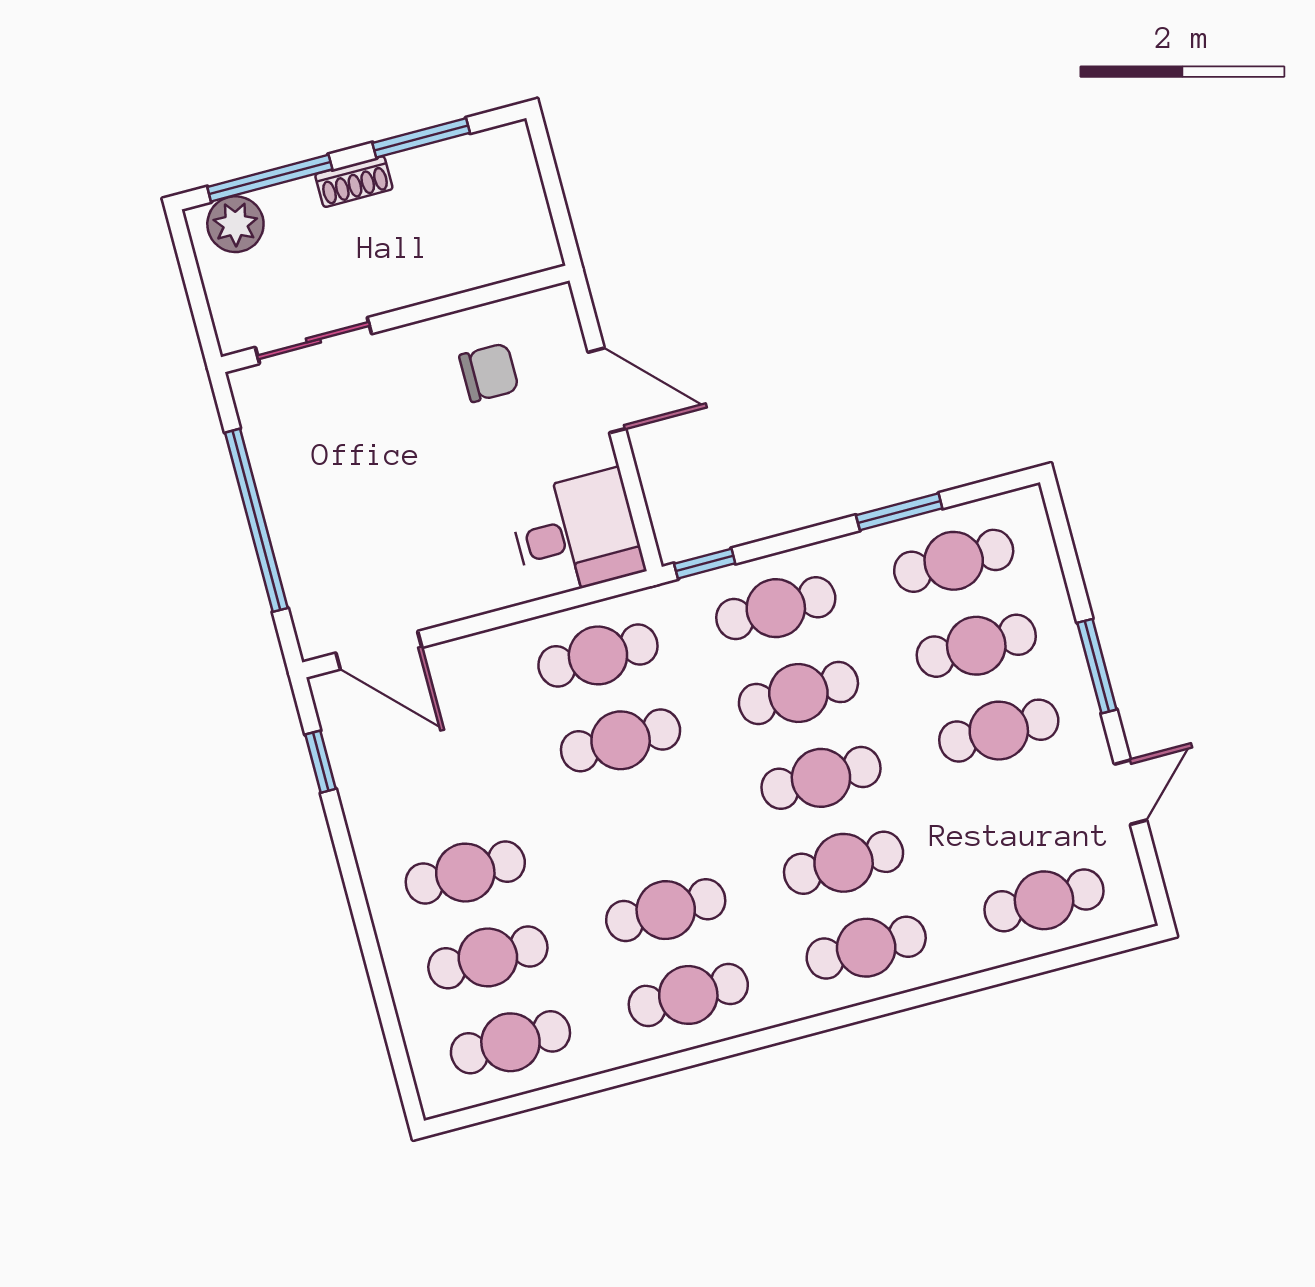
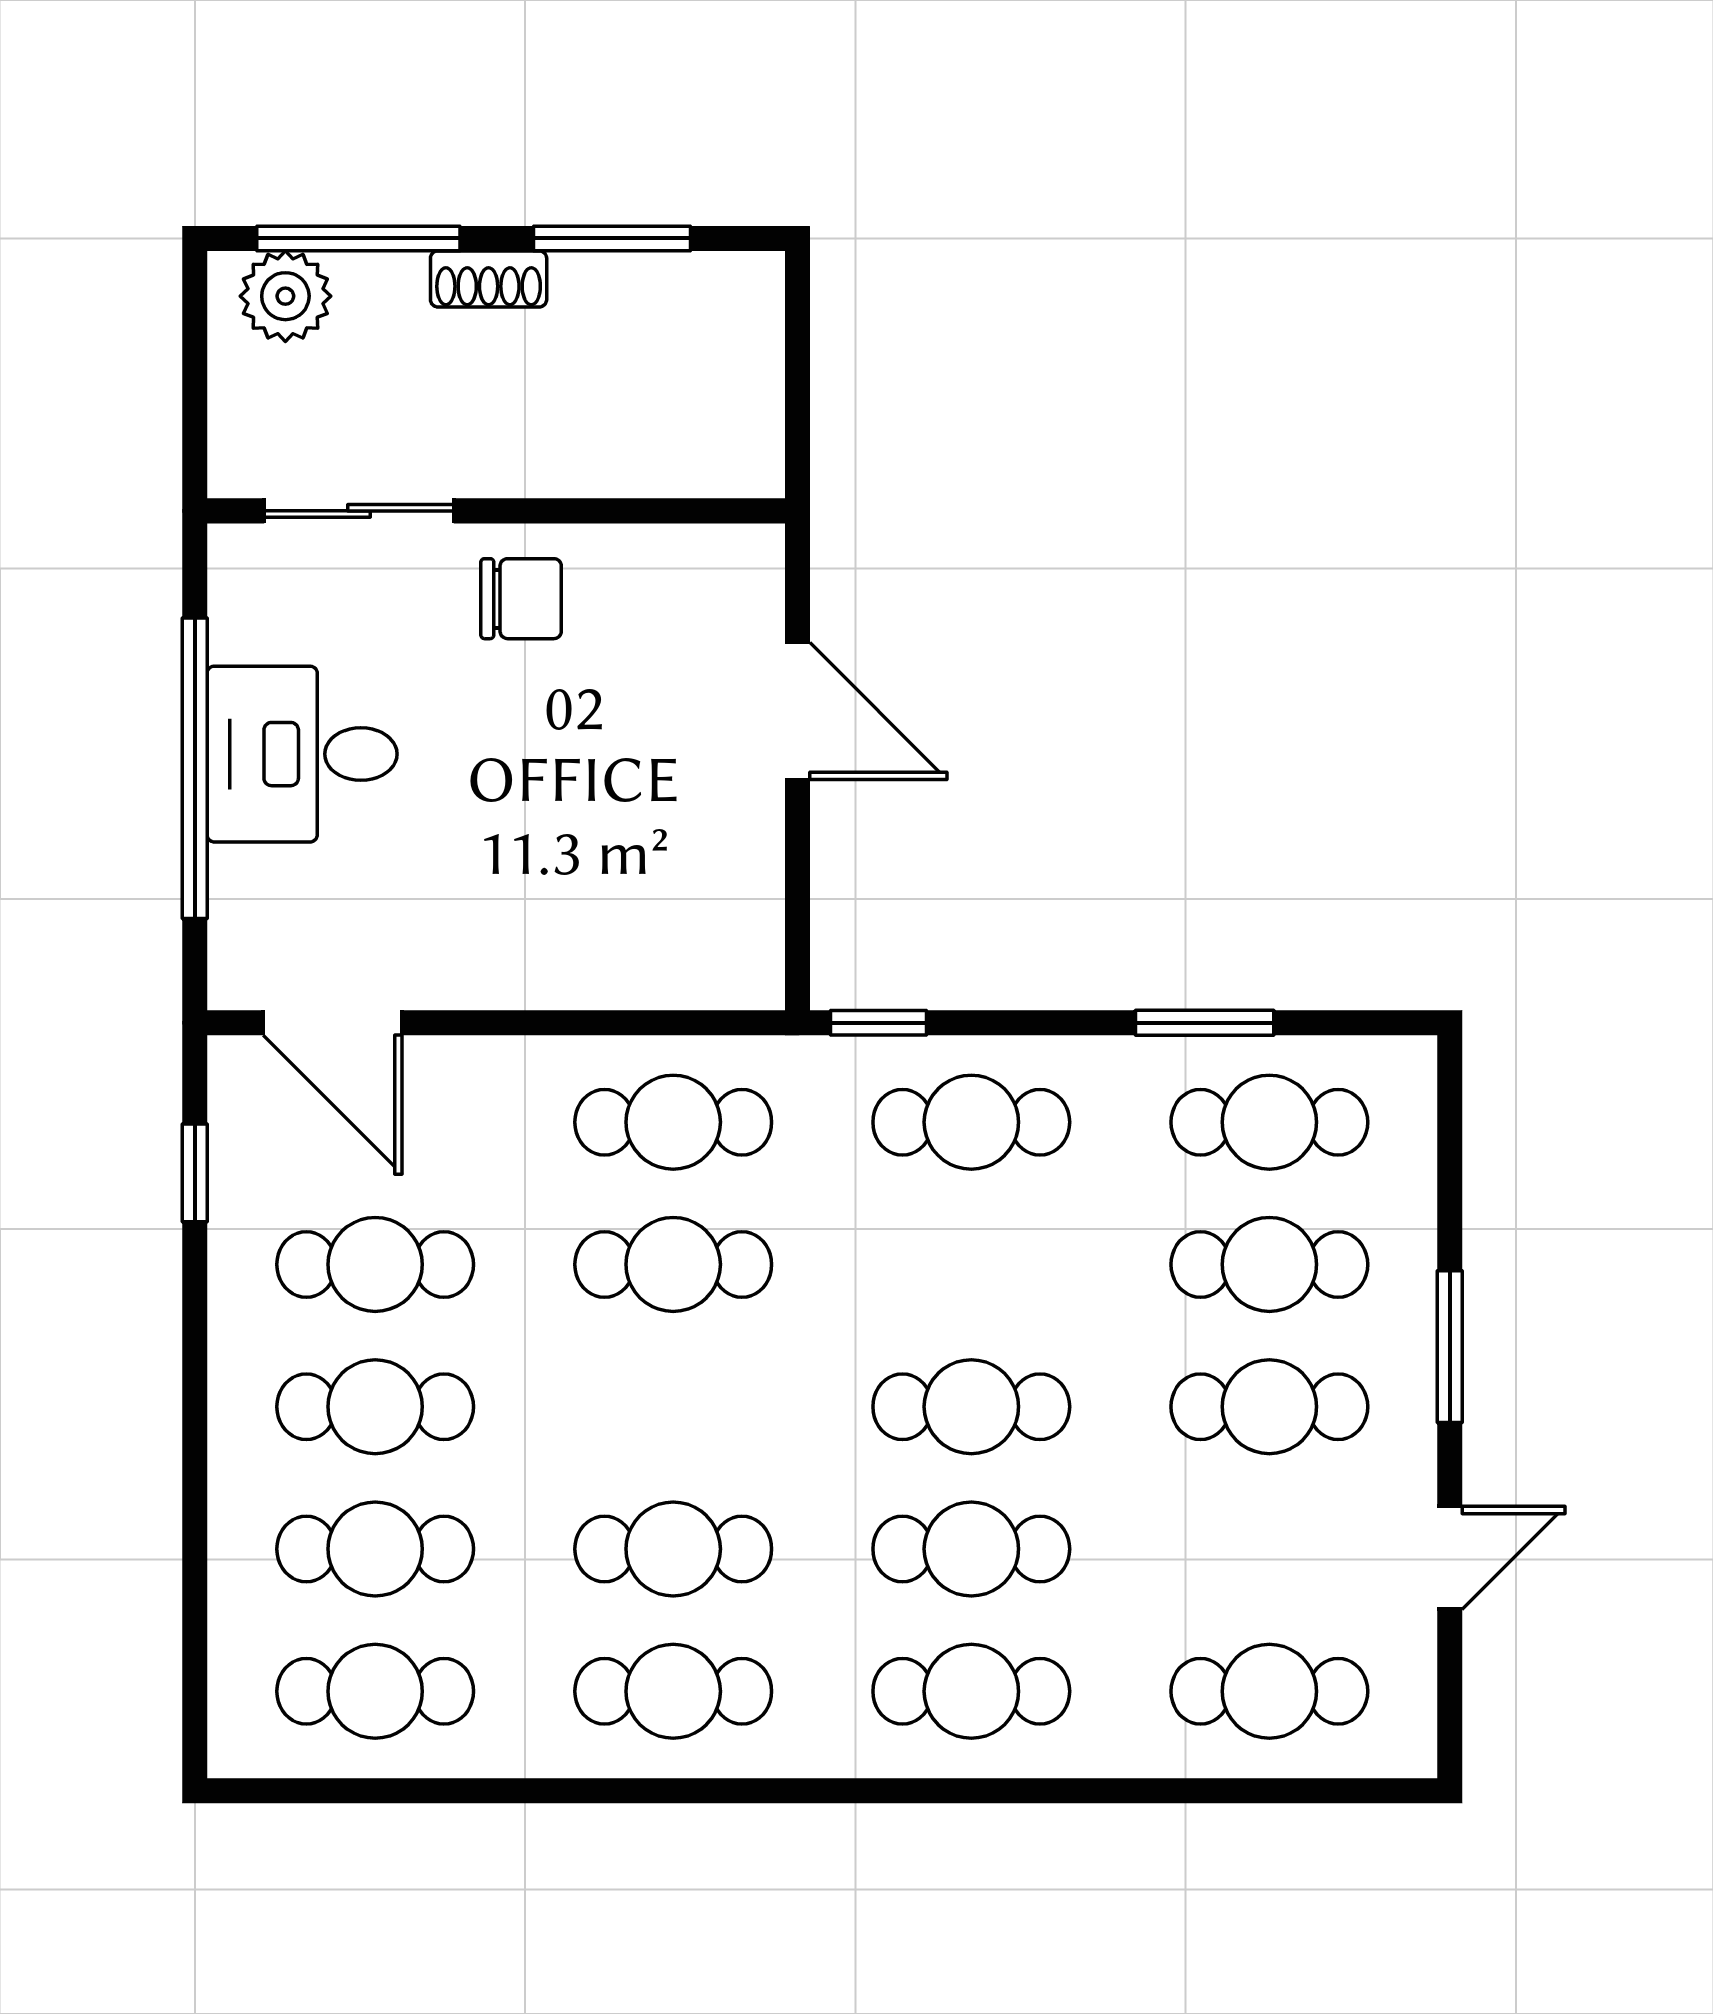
chair: (489, 373) -> (521, 599), moved
desk: (576, 534) -> (302, 754), moved, turned 180
cafe table: (798, 693) -> (375, 1264), moved

